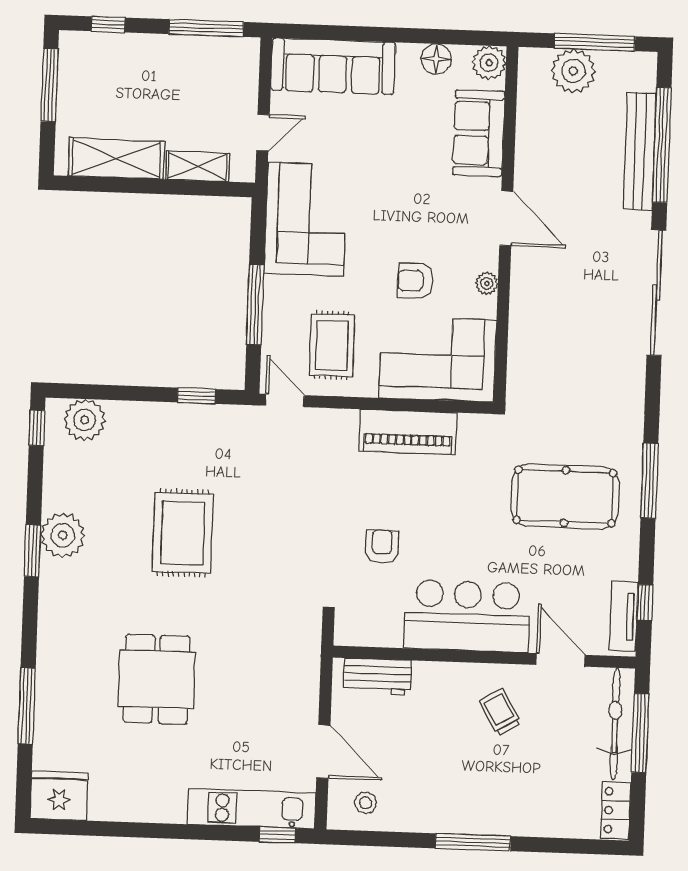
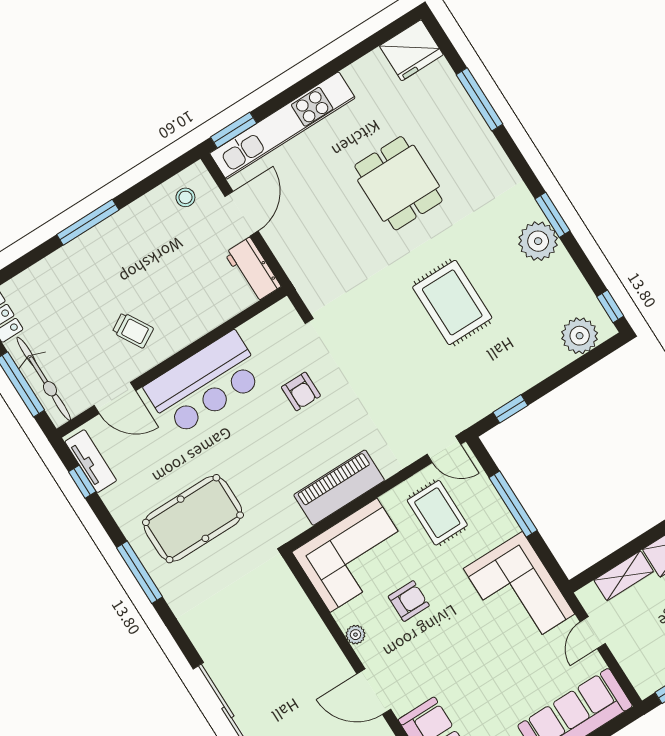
workbench: (377, 677) -> (253, 270), moved, turned -90
door: (323, 751) -> (242, 214), swing flipped
kitchen unit: (252, 809) -> (282, 126), width x1.36
window: (277, 835) -> (234, 130), width x1.50

